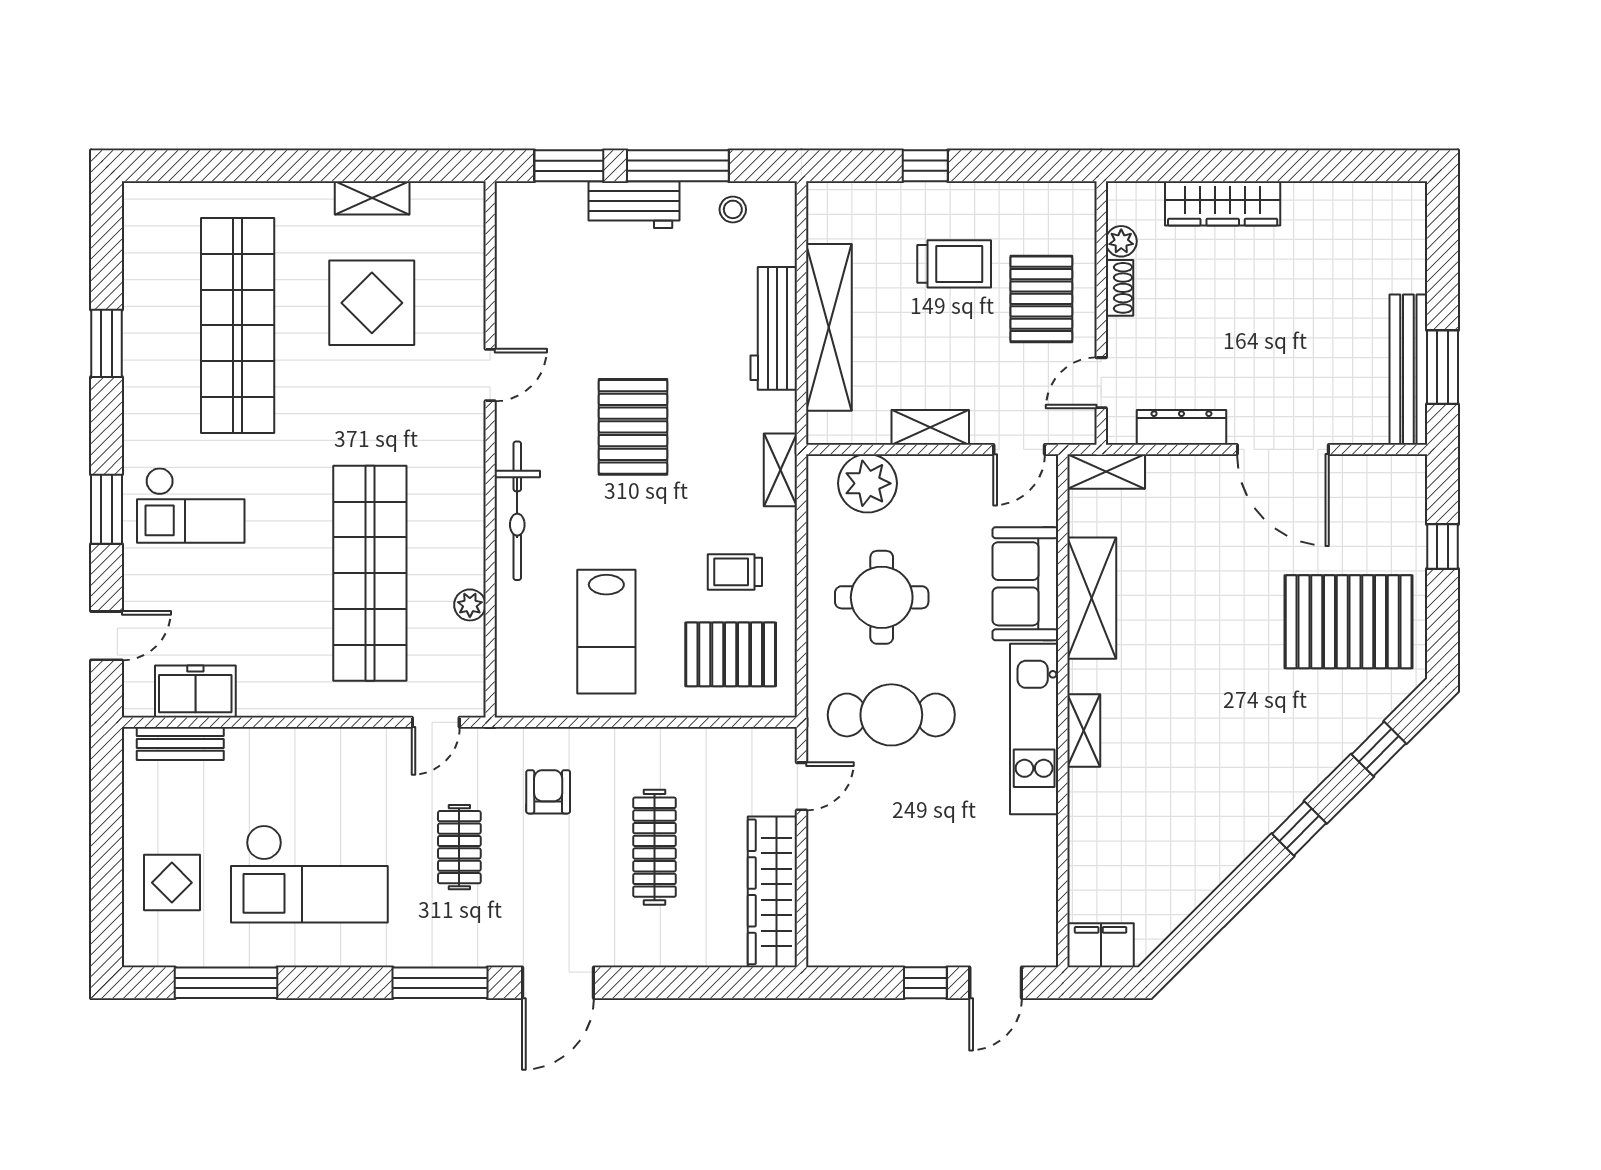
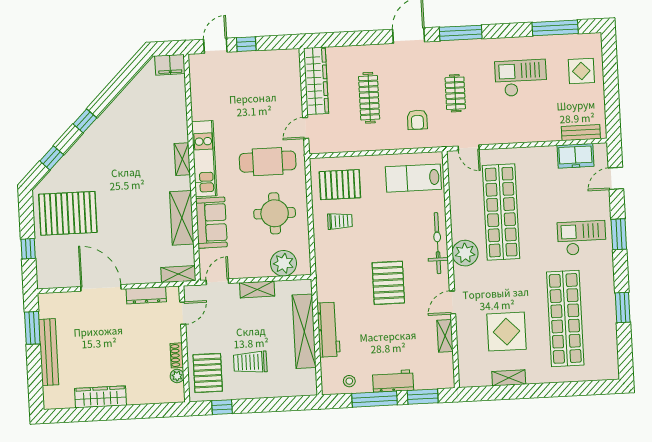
window: (925, 166) -> (222, 407), moved
wardrobe: (1223, 203) -> (101, 397), moved
pallet: (1041, 299) -> (208, 373), moved
bench: (1408, 370) -> (49, 352), moved
shelving: (780, 470) -> (445, 336), moved
plant: (470, 605) -> (465, 253), moved, width x1.88, depth x1.88
lab bench: (606, 632) -> (413, 178), moved, turned -90
door: (436, 722) -> (469, 148), swing flipped
checkout: (309, 874) -> (521, 78), width x0.73, depth x0.83

